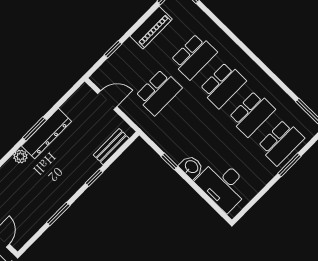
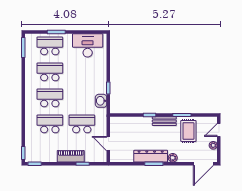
piano: (151, 28) -> (71, 156), moved
bench: (111, 147) -> (164, 121), moved
washbasin: (191, 167) -> (101, 101), moved
desk: (223, 185) -> (88, 45), moved, turned -90
rug: (33, 204) -> (188, 131), added

